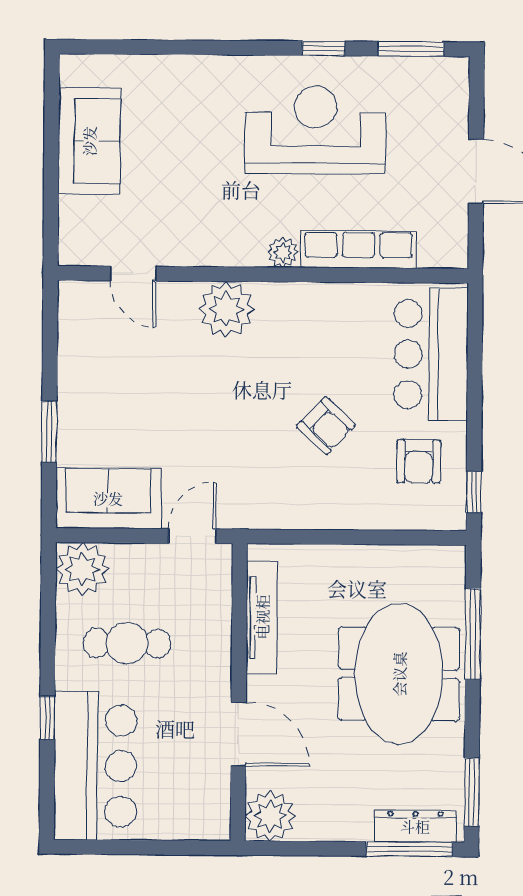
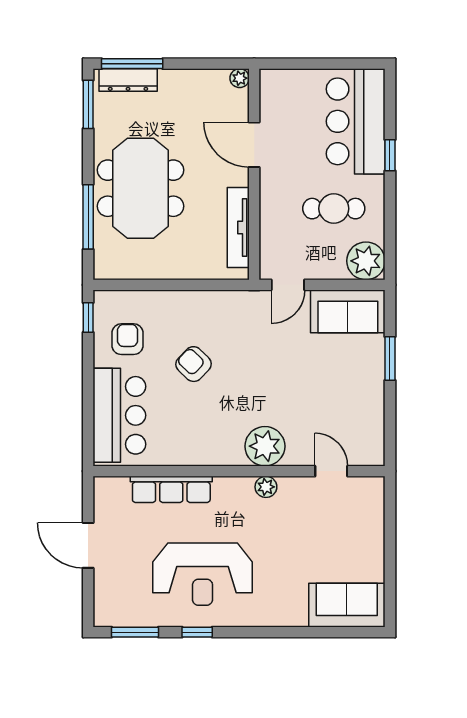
sofa: (89, 141) -> (347, 605), moved, turned 90
plant: (283, 252) -> (266, 487), moved
plant: (270, 816) -> (240, 78), width x0.53, depth x0.53

